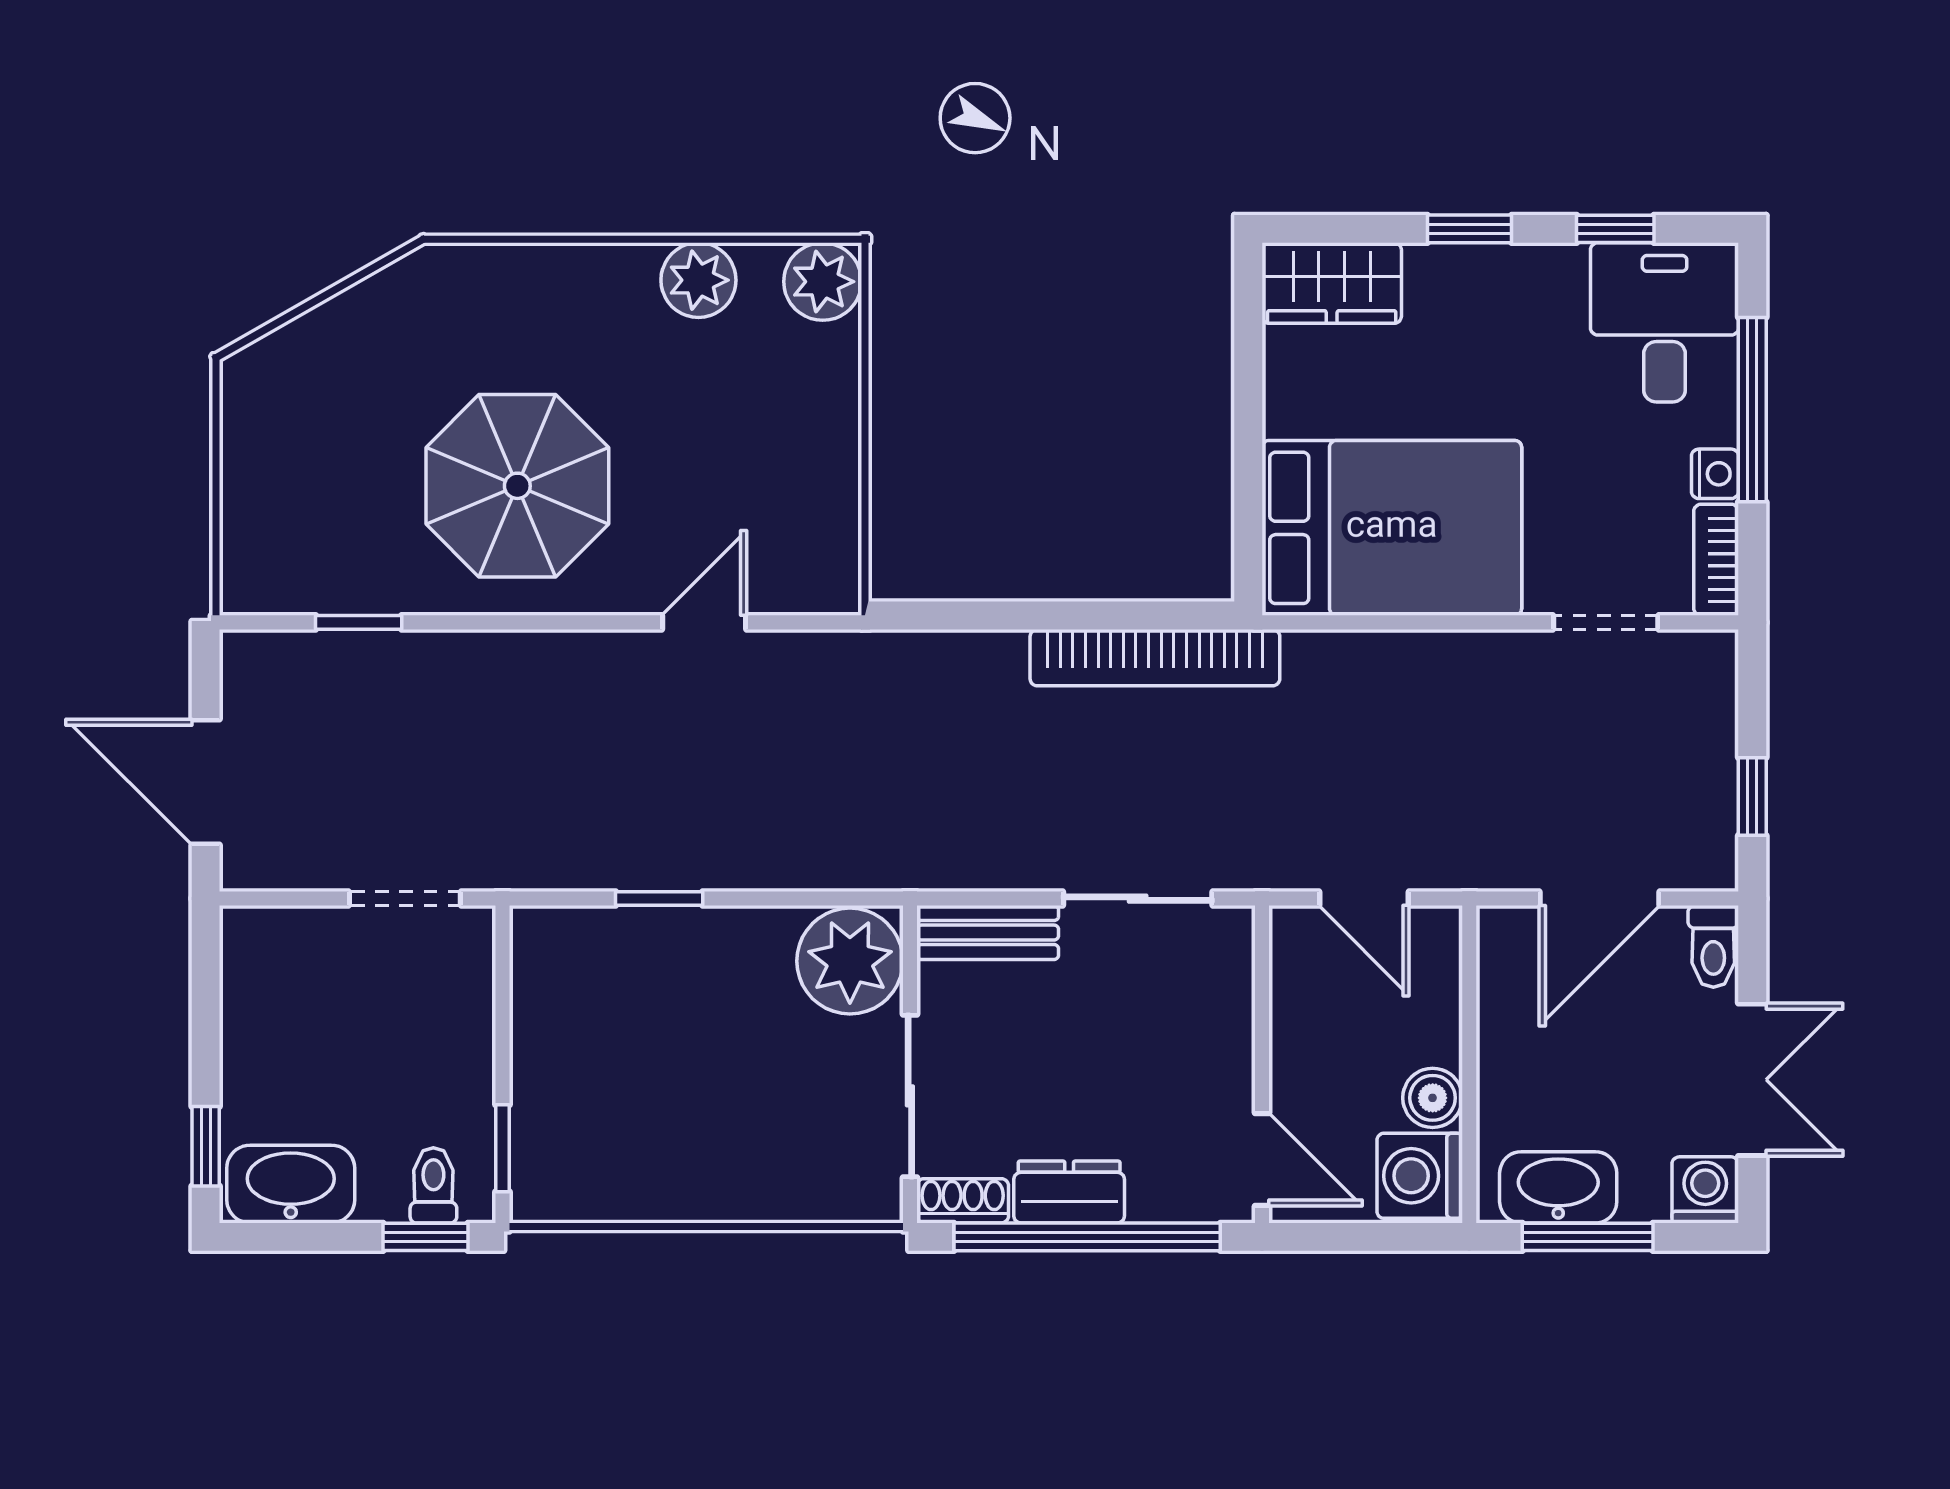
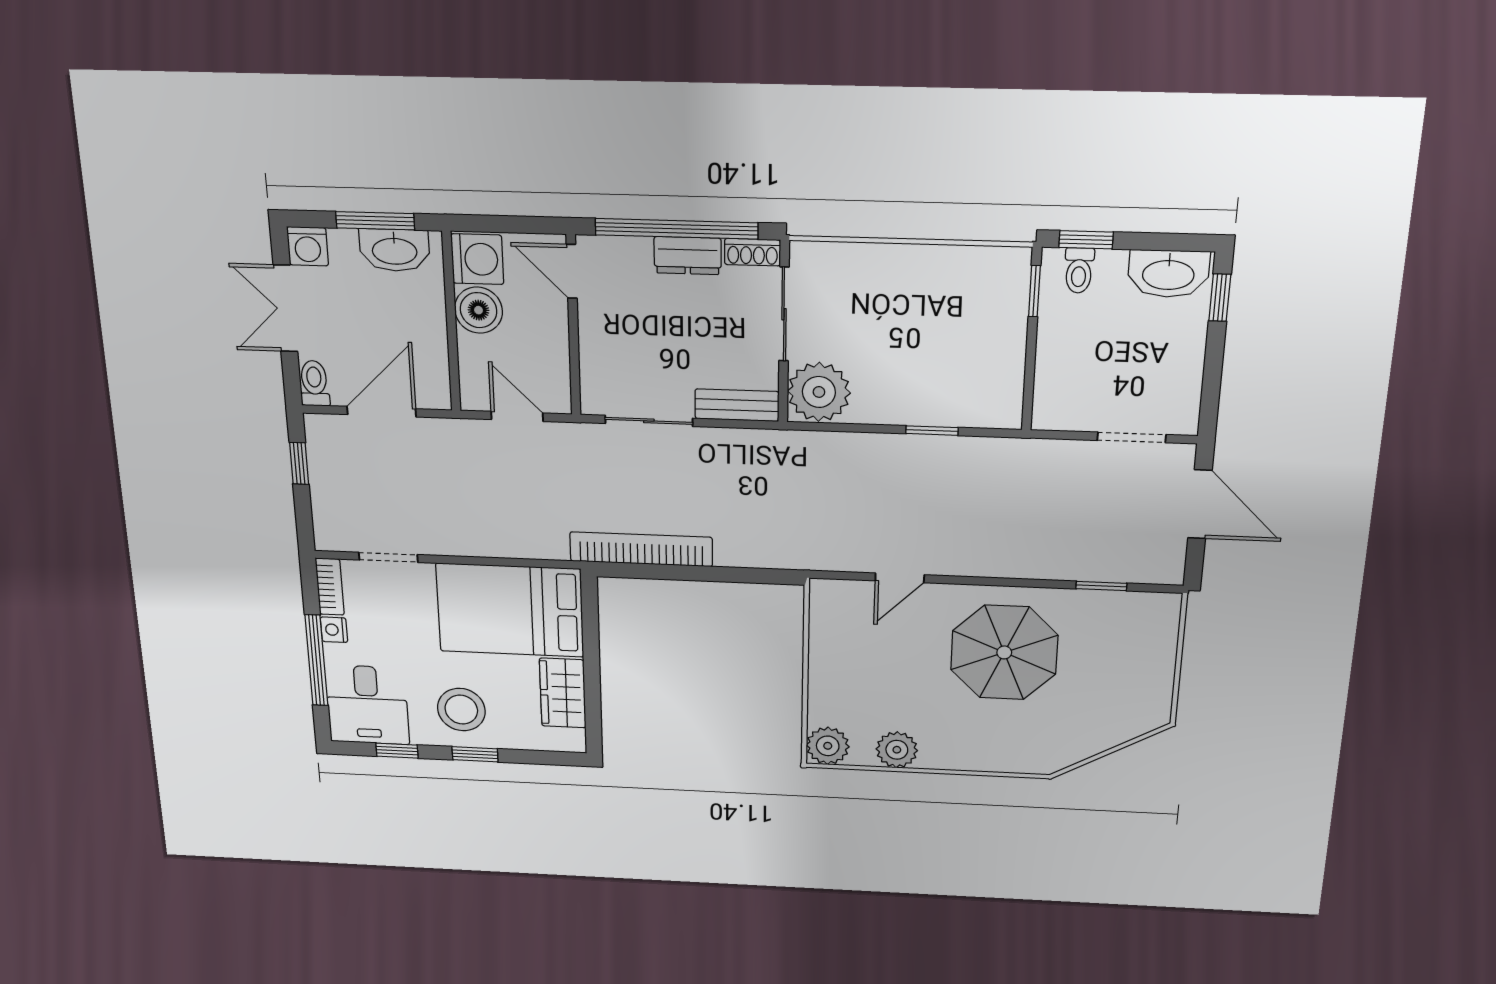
wardrobe: (1332, 283) -> (563, 693), moved, turned -90
stool: (1490, 322) -> (461, 710), added
doorway: (405, 899) -> (1132, 437), moved
boiler: (1433, 1098) -> (479, 310), width x1.36, depth x1.36

